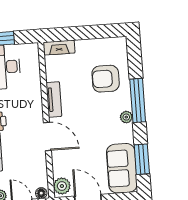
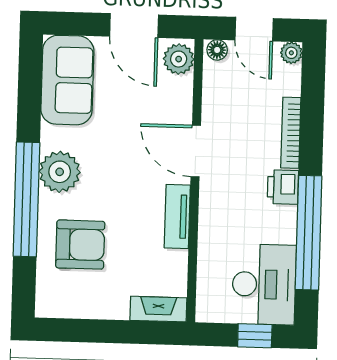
window: (138, 100) -> (26, 199), width x1.46
plant: (126, 117) -> (60, 172), width x1.88, depth x1.88
window: (142, 159) -> (30, 93), removed

